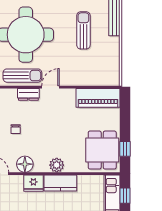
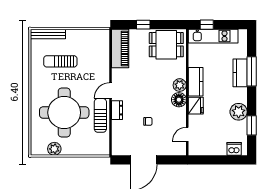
door: (50, 87) -> (111, 91), hinge flipped
window: (125, 149) -> (143, 25), moved
floor lamp: (25, 164) -> (179, 100), moved

